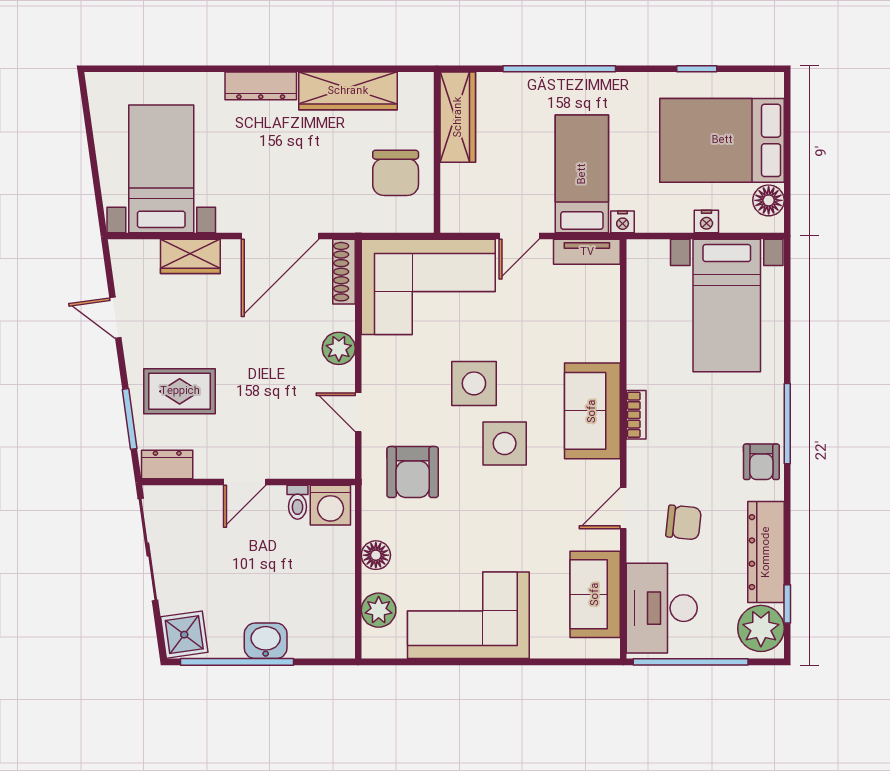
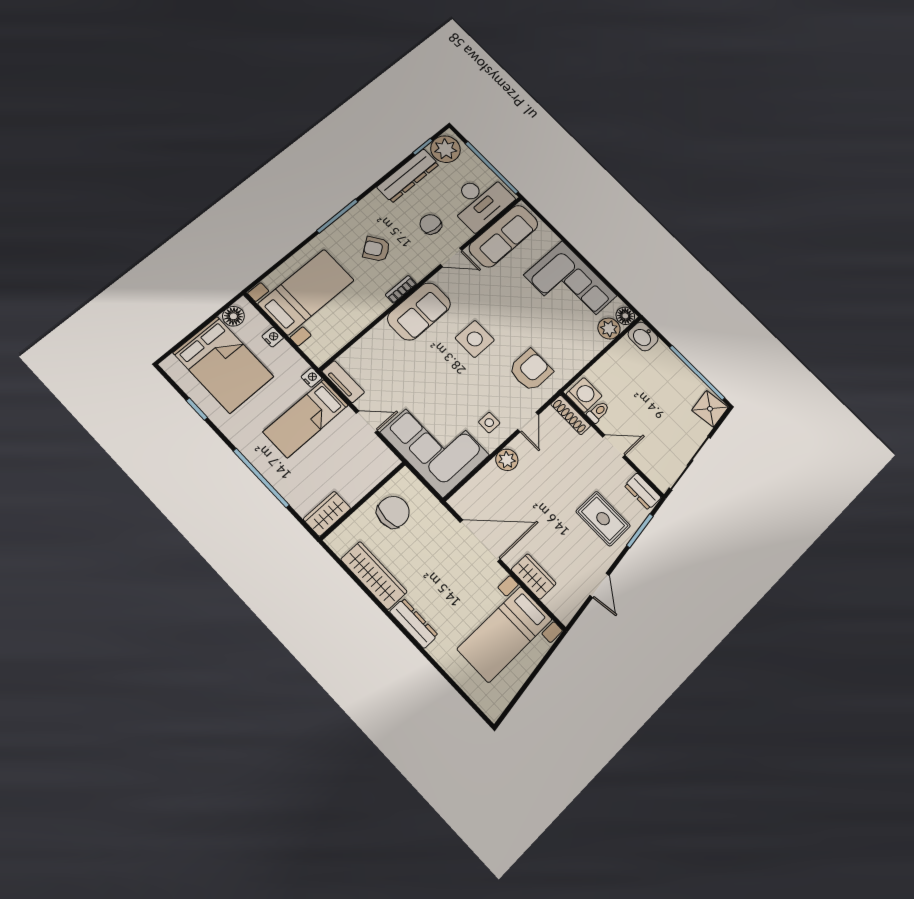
wardrobe: (458, 117) -> (327, 514), width x0.67
shoe rack: (344, 272) -> (571, 415), moved, turned 90
side table: (474, 383) -> (489, 423), moved, width x0.54, depth x0.54
armchair: (761, 462) -> (376, 249), moved, turned -125
floor lamp: (376, 555) -> (625, 316), moved
sofa: (595, 594) -> (504, 236), width x1.36
washbasin: (266, 641) -> (643, 337), moved

